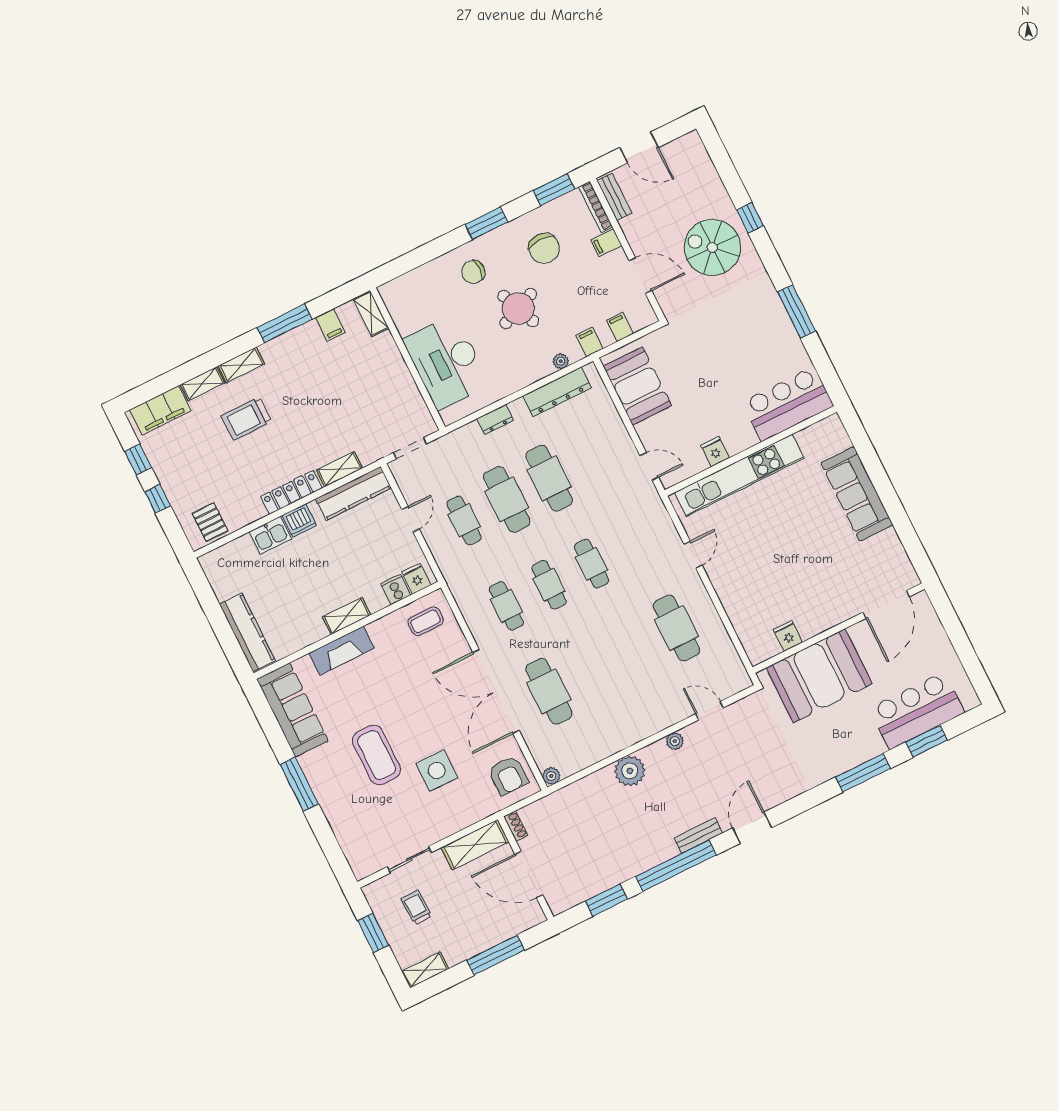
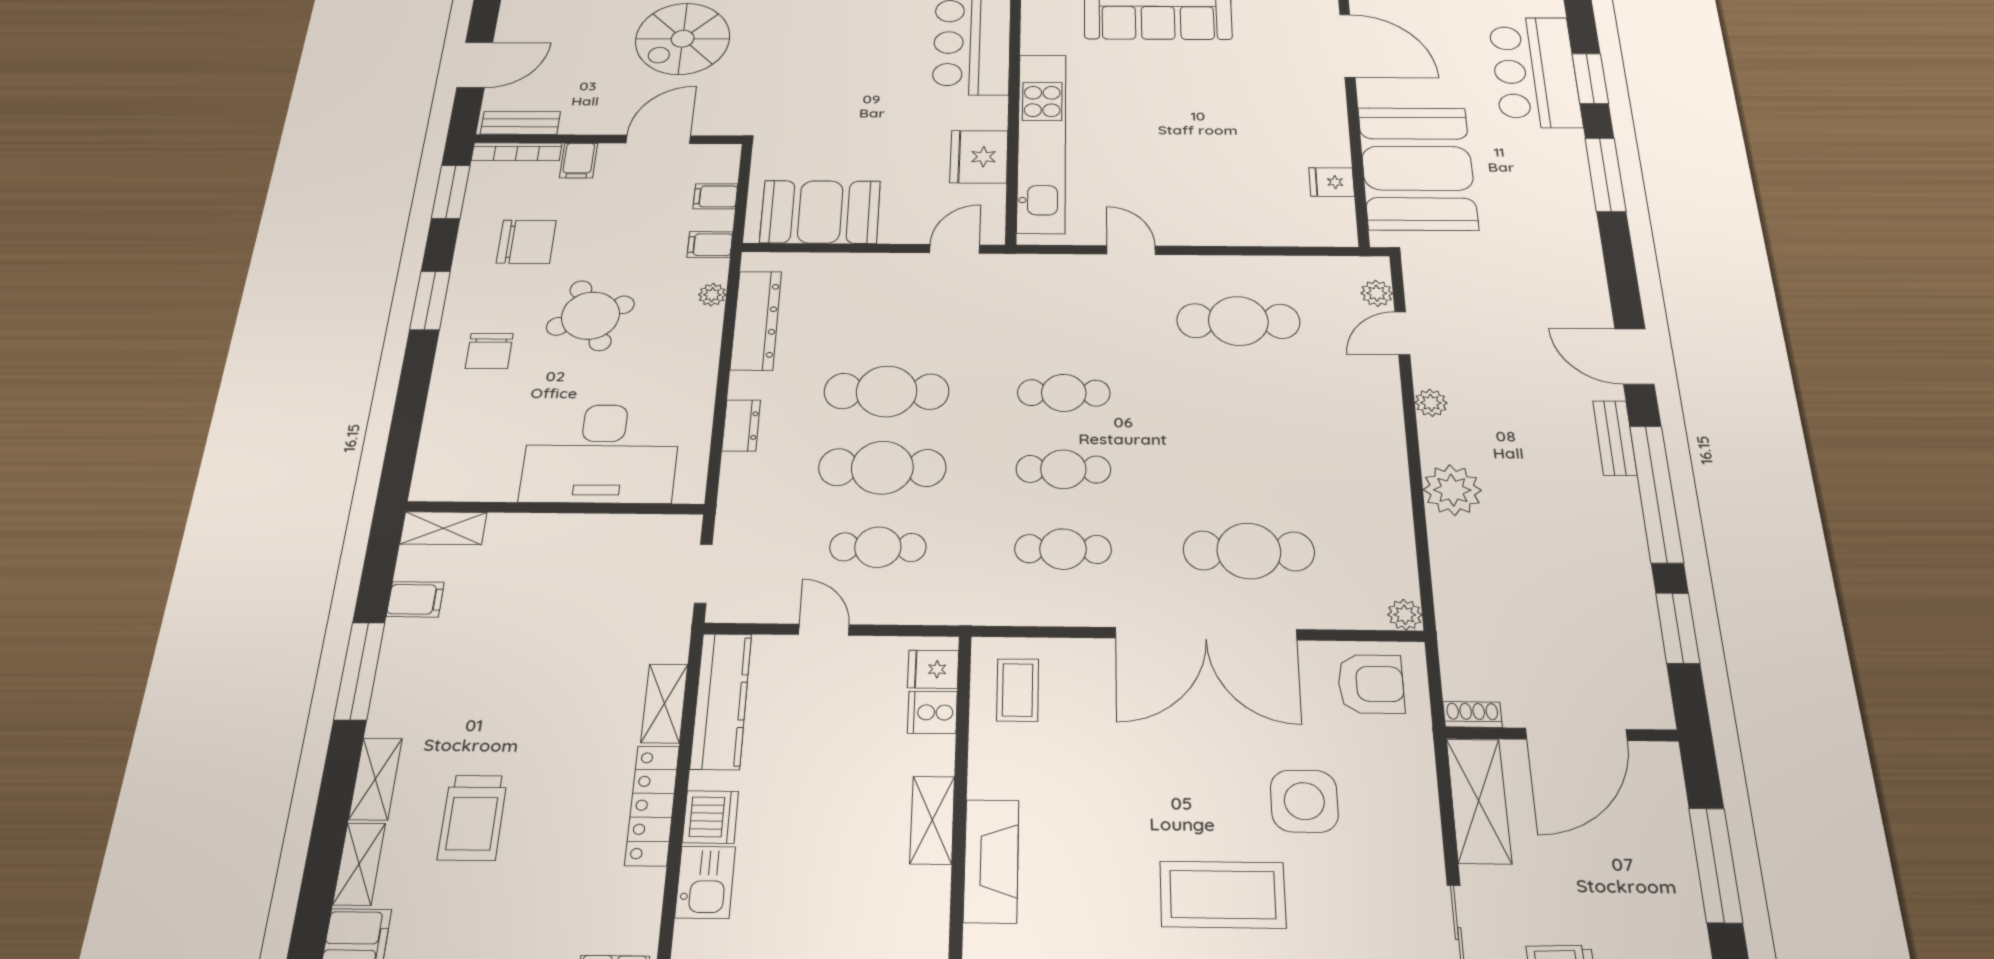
fridge: (715, 452) -> (979, 157), width x1.88, depth x1.34
plant: (728, 688) -> (1377, 293), added

